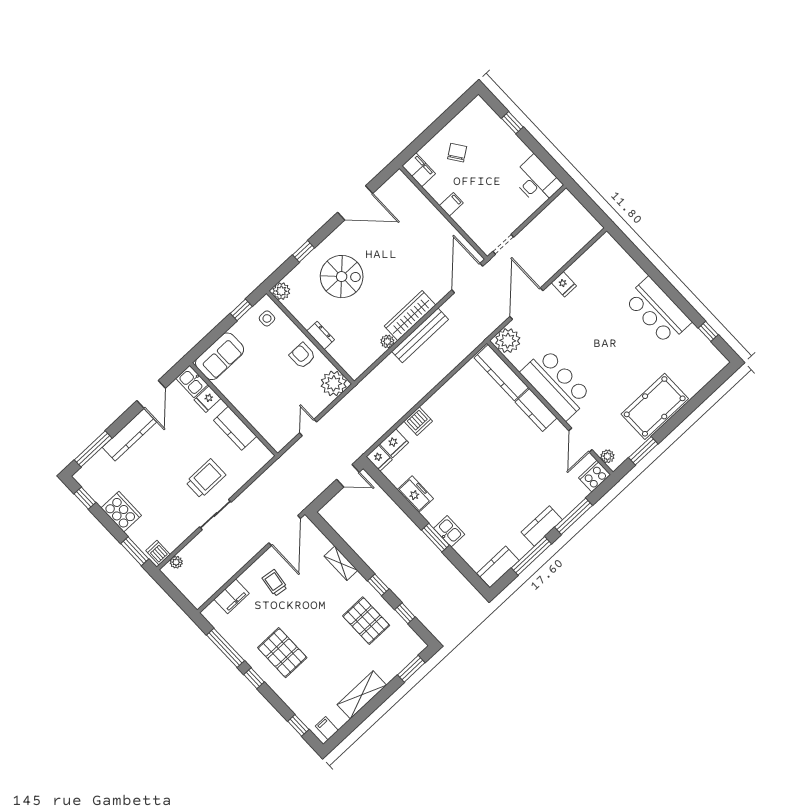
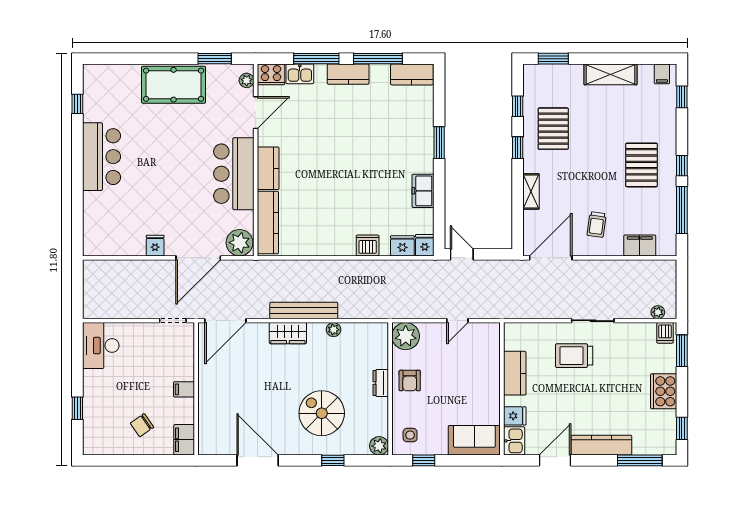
wardrobe: (410, 316) -> (288, 333), width x0.67
kitchen sink: (449, 531) -> (300, 74), moved, turned -90

